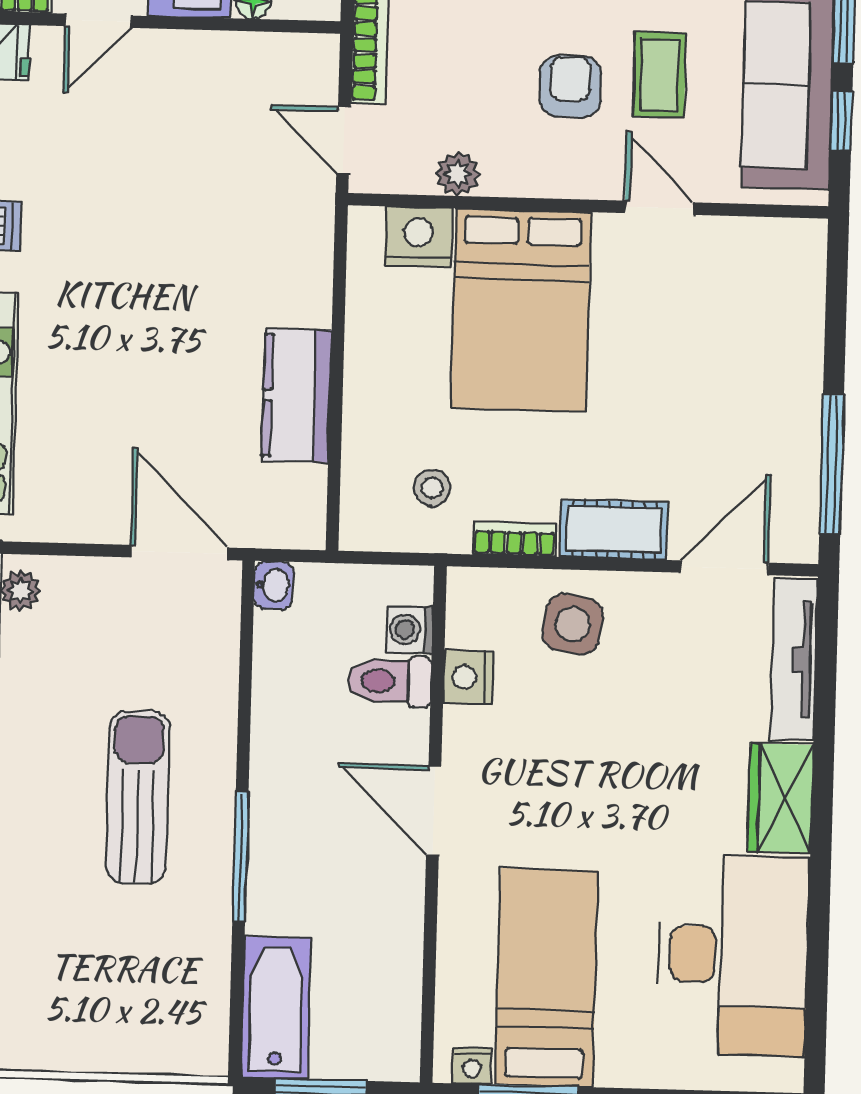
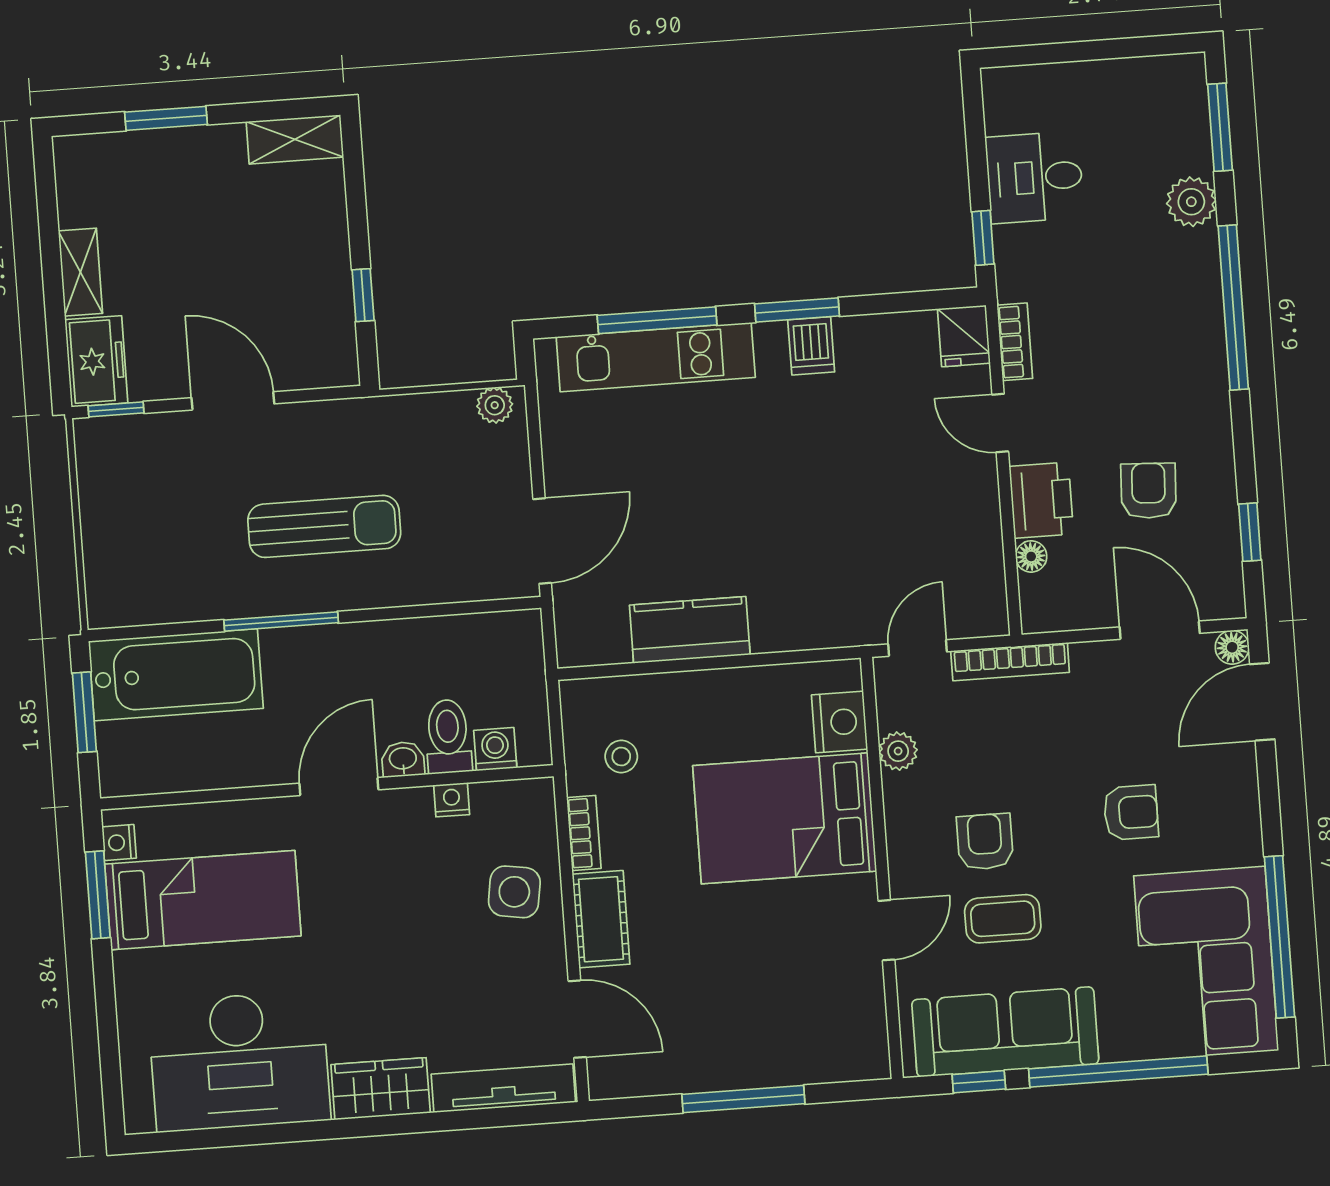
armchair: (570, 86) -> (985, 842), turned -90
window: (832, 464) -> (743, 1099), moved
washbasin: (273, 585) -> (403, 759), moved, turned 180
nightstand: (468, 677) -> (452, 800), width x0.72, depth x0.74
bathtub: (276, 1008) -> (176, 675), width x1.36, depth x1.36

